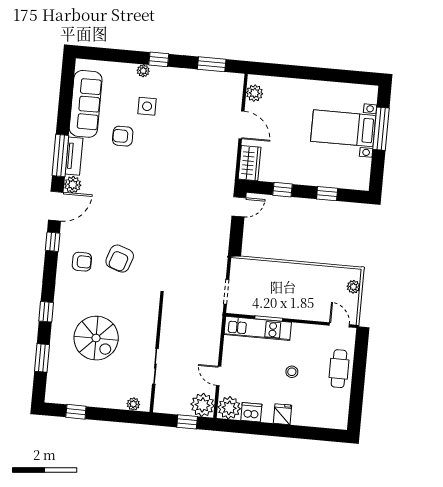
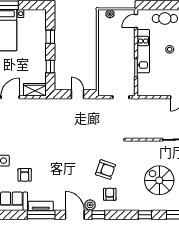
plant: (73, 185) -> (90, 205), moved
door: (239, 207) -> (78, 94), moved
kitchen unit: (258, 328) -> (143, 51), moved
spiral stairs: (96, 338) -> (159, 180), turned -90

